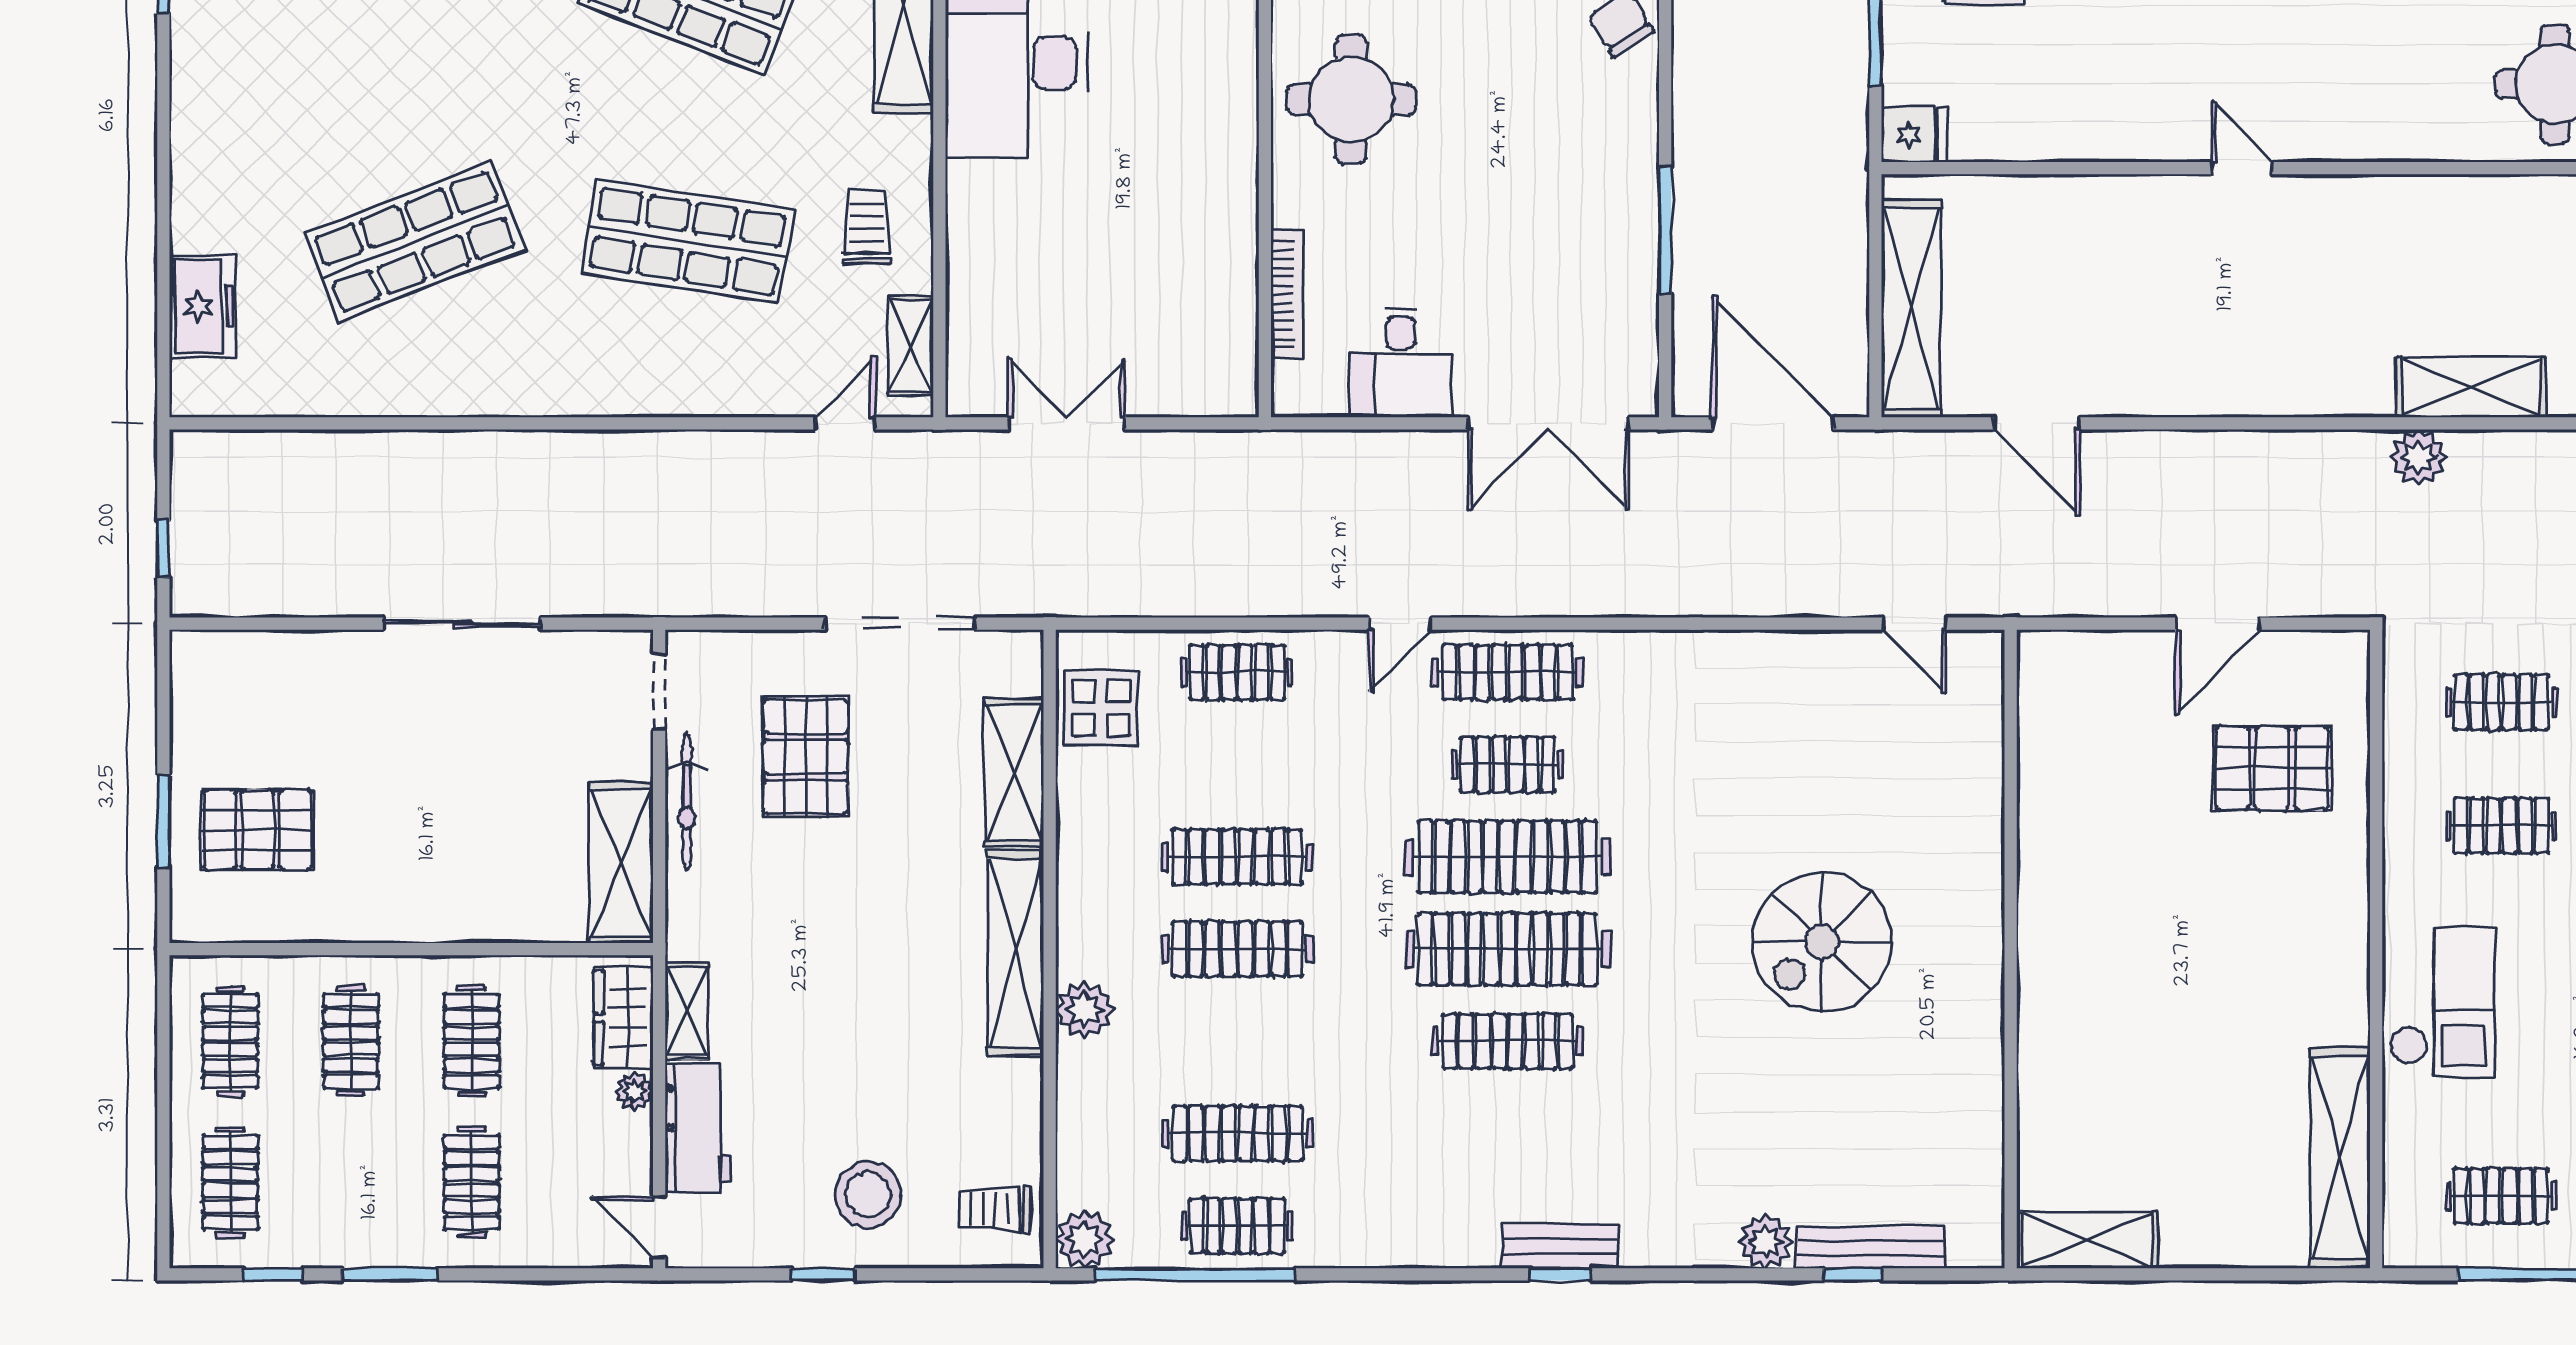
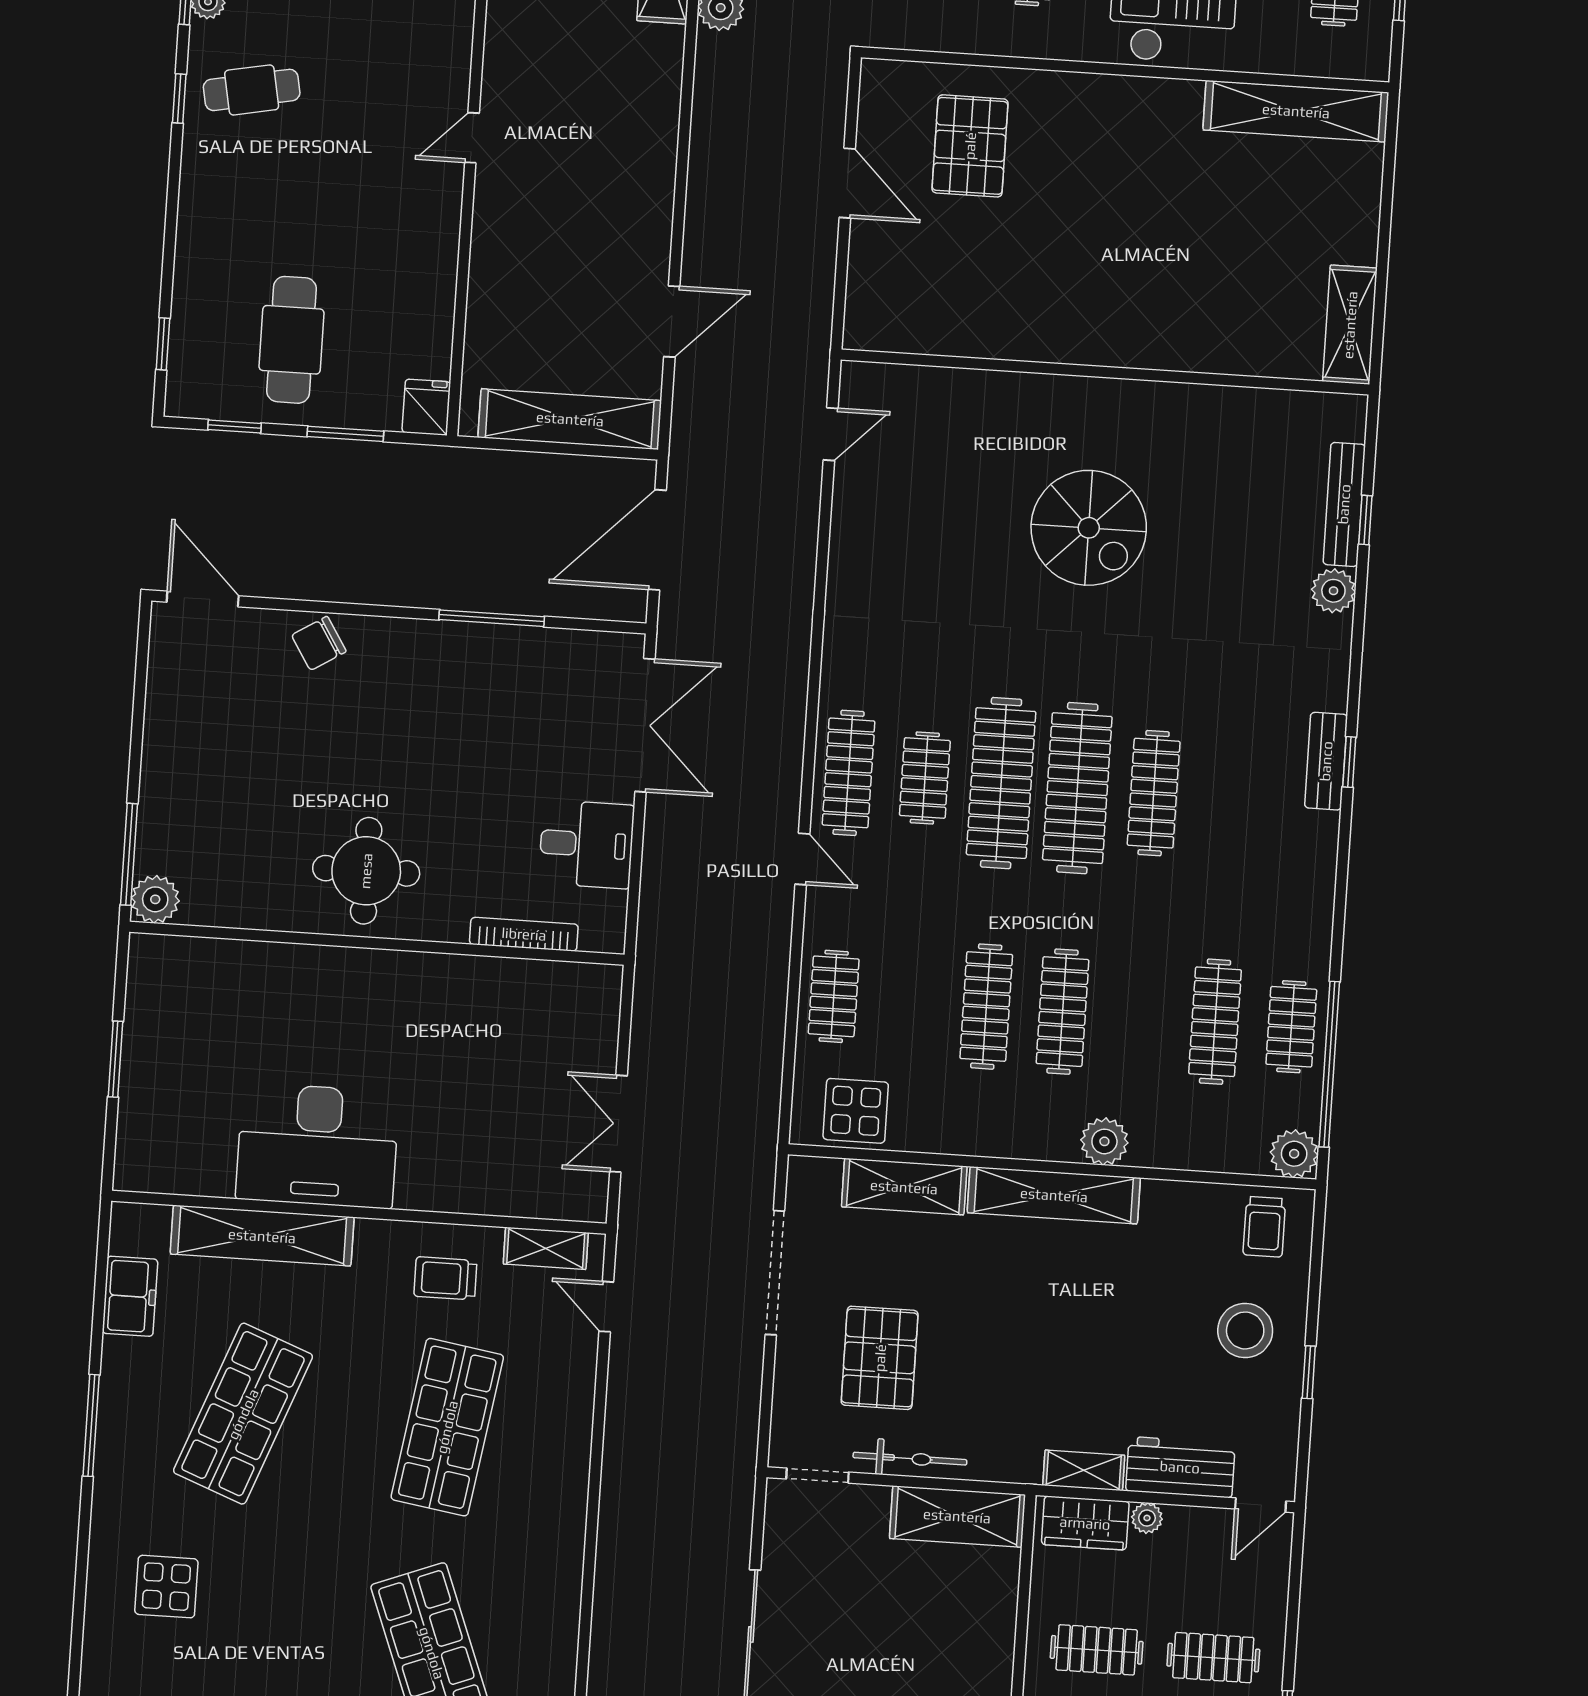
pallet: (806, 756) -> (880, 1358), turned 90

